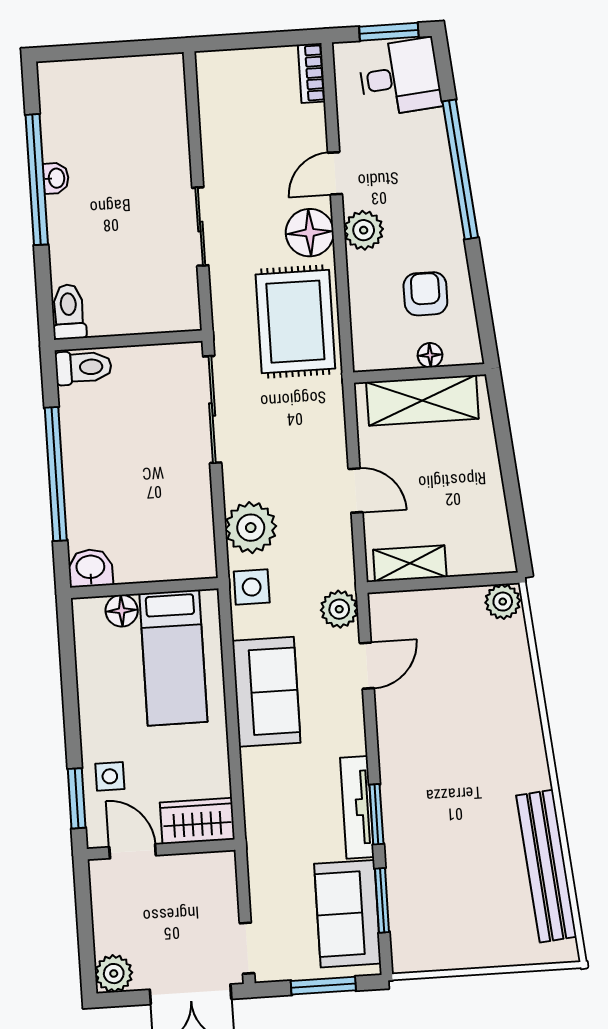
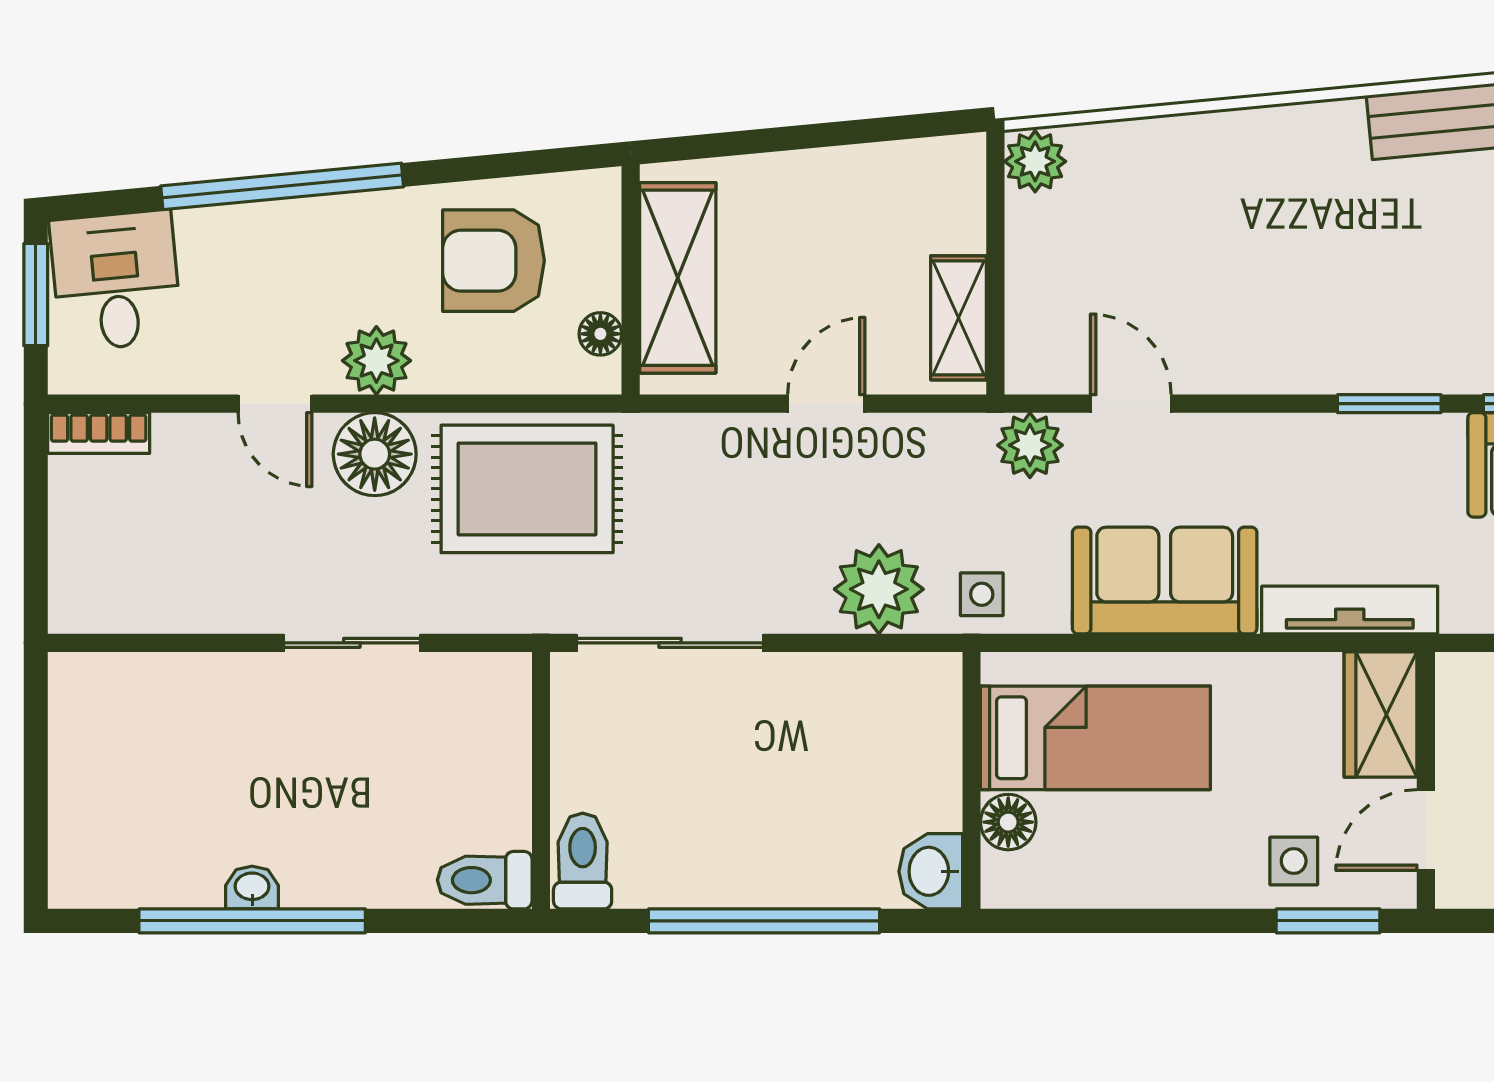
armchair: (425, 294) -> (494, 261), width x1.38, depth x1.38
floor lamp: (430, 355) -> (600, 334), moved
side table: (252, 587) -> (982, 594), width x0.73, depth x0.73
tv unit: (357, 807) -> (1350, 610), moved, turned 180

